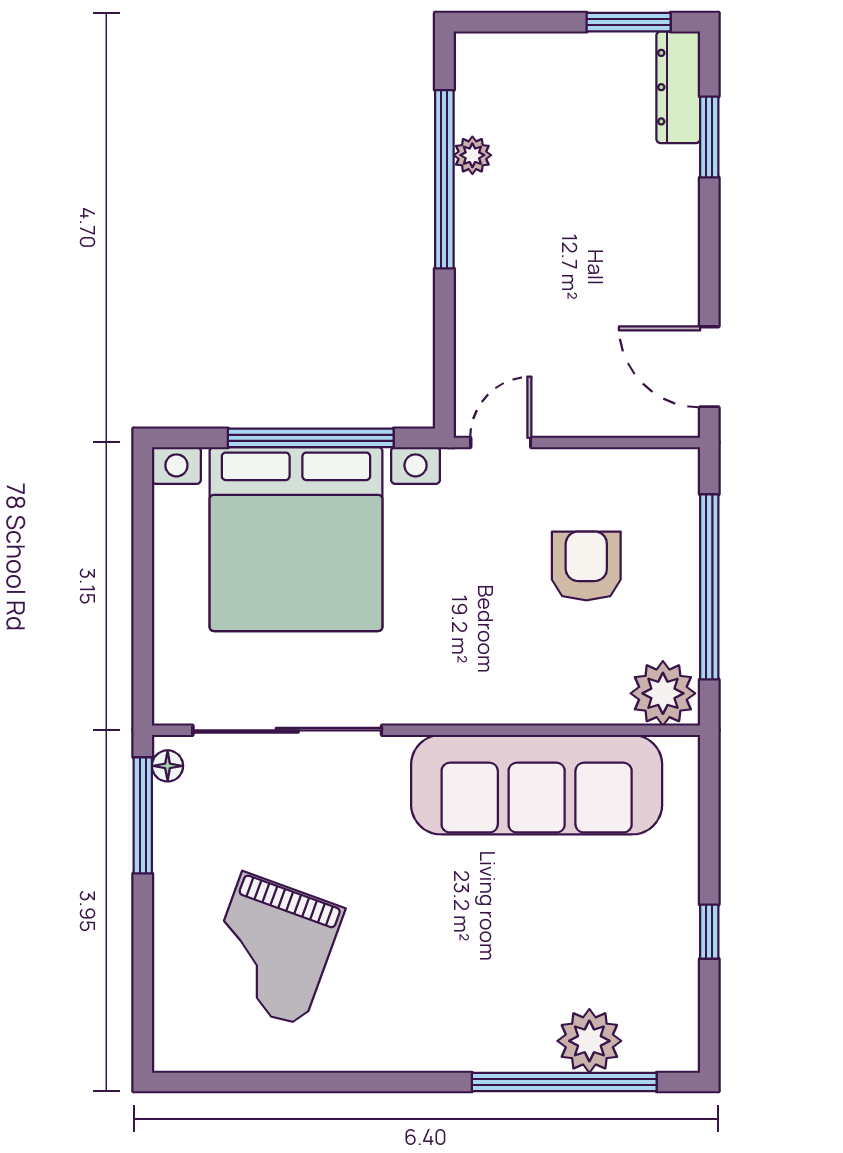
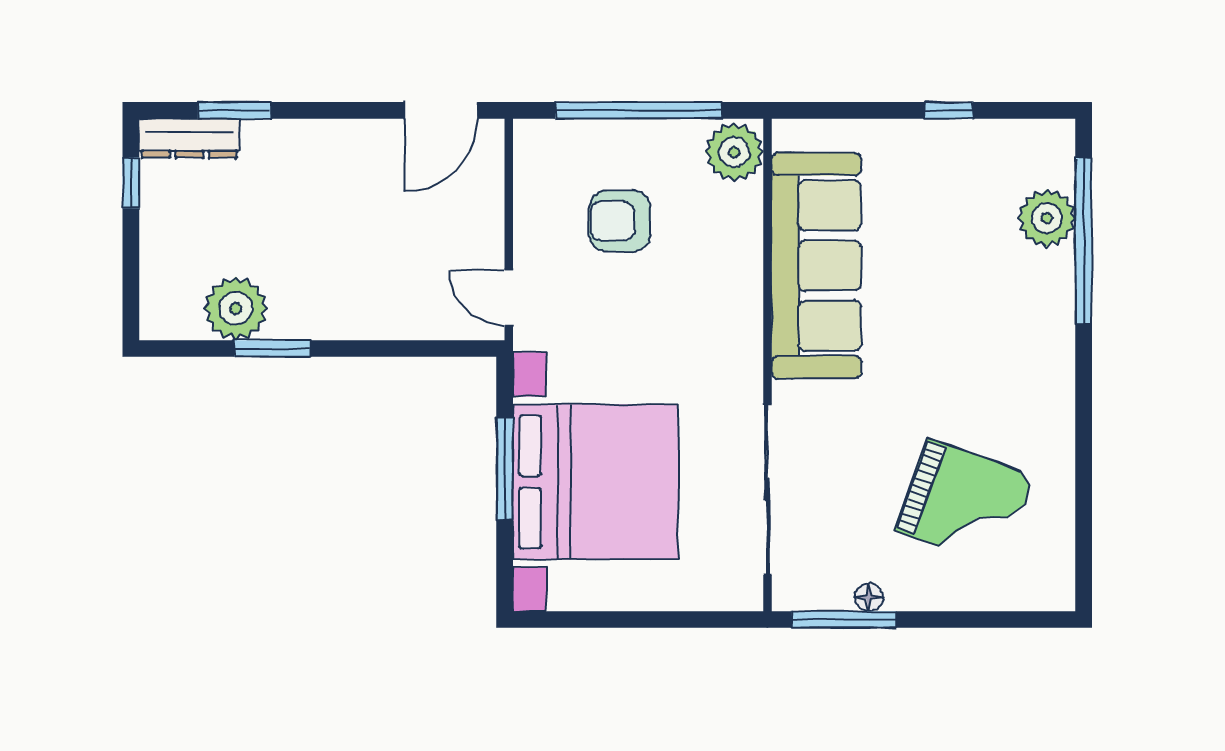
window: (629, 22) -> (131, 183), width x0.67
plant: (472, 155) -> (236, 308), width x1.87, depth x1.87
window: (444, 179) -> (272, 348), width x0.47
window: (311, 438) -> (505, 469), width x0.68
floor lamp: (168, 766) -> (869, 597), moved

